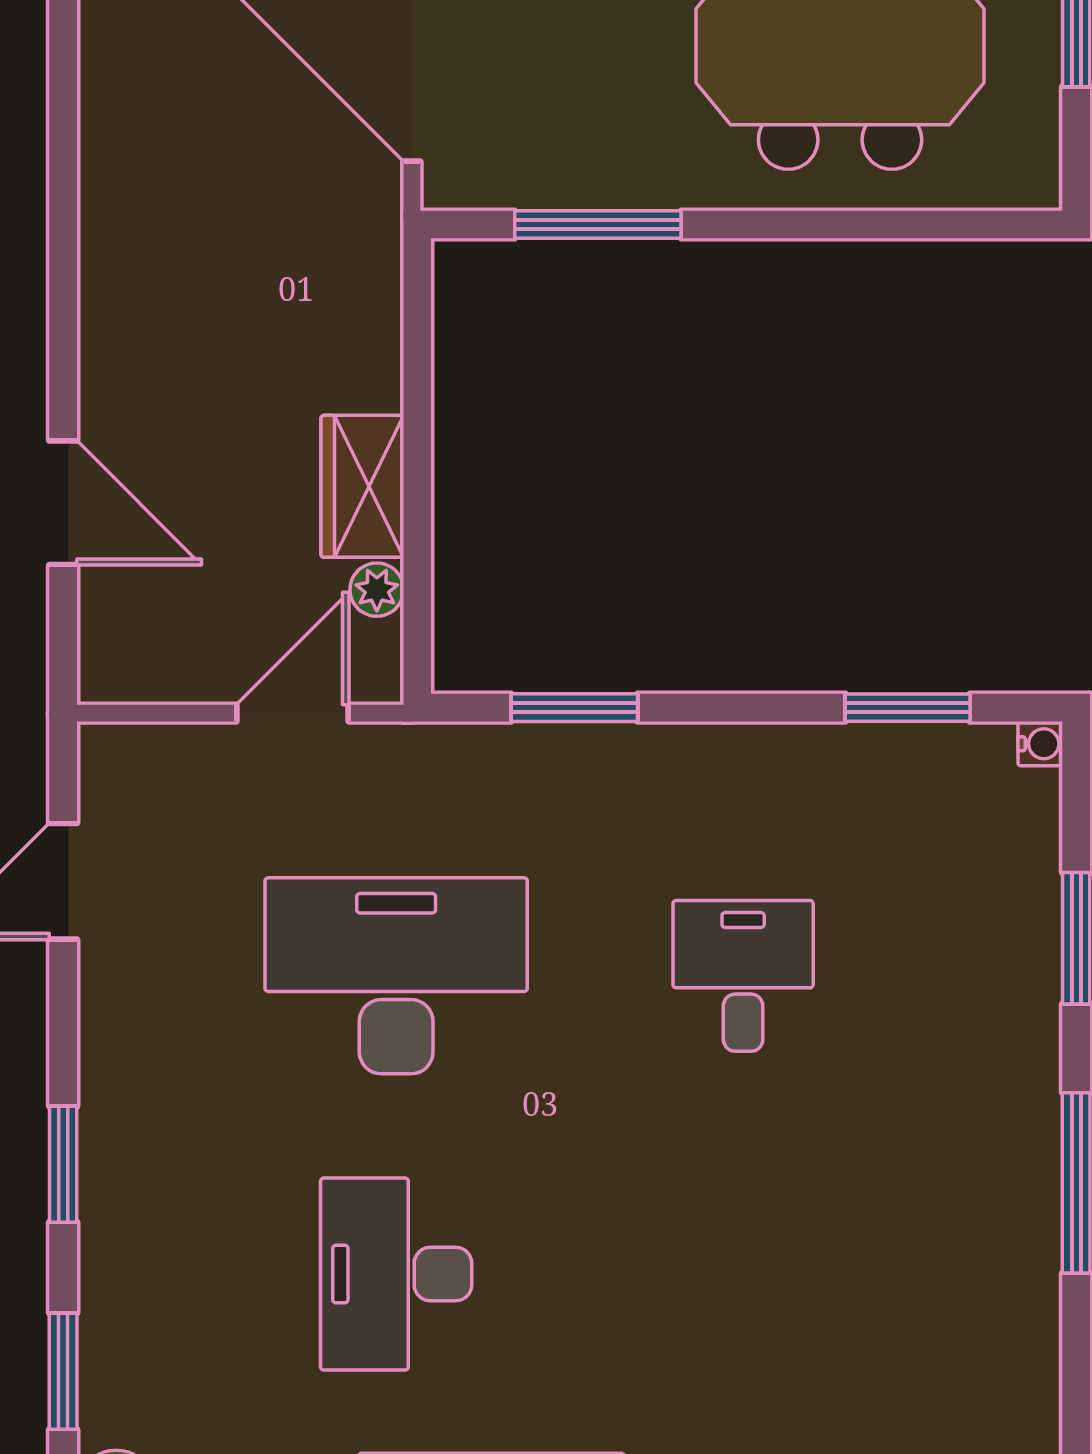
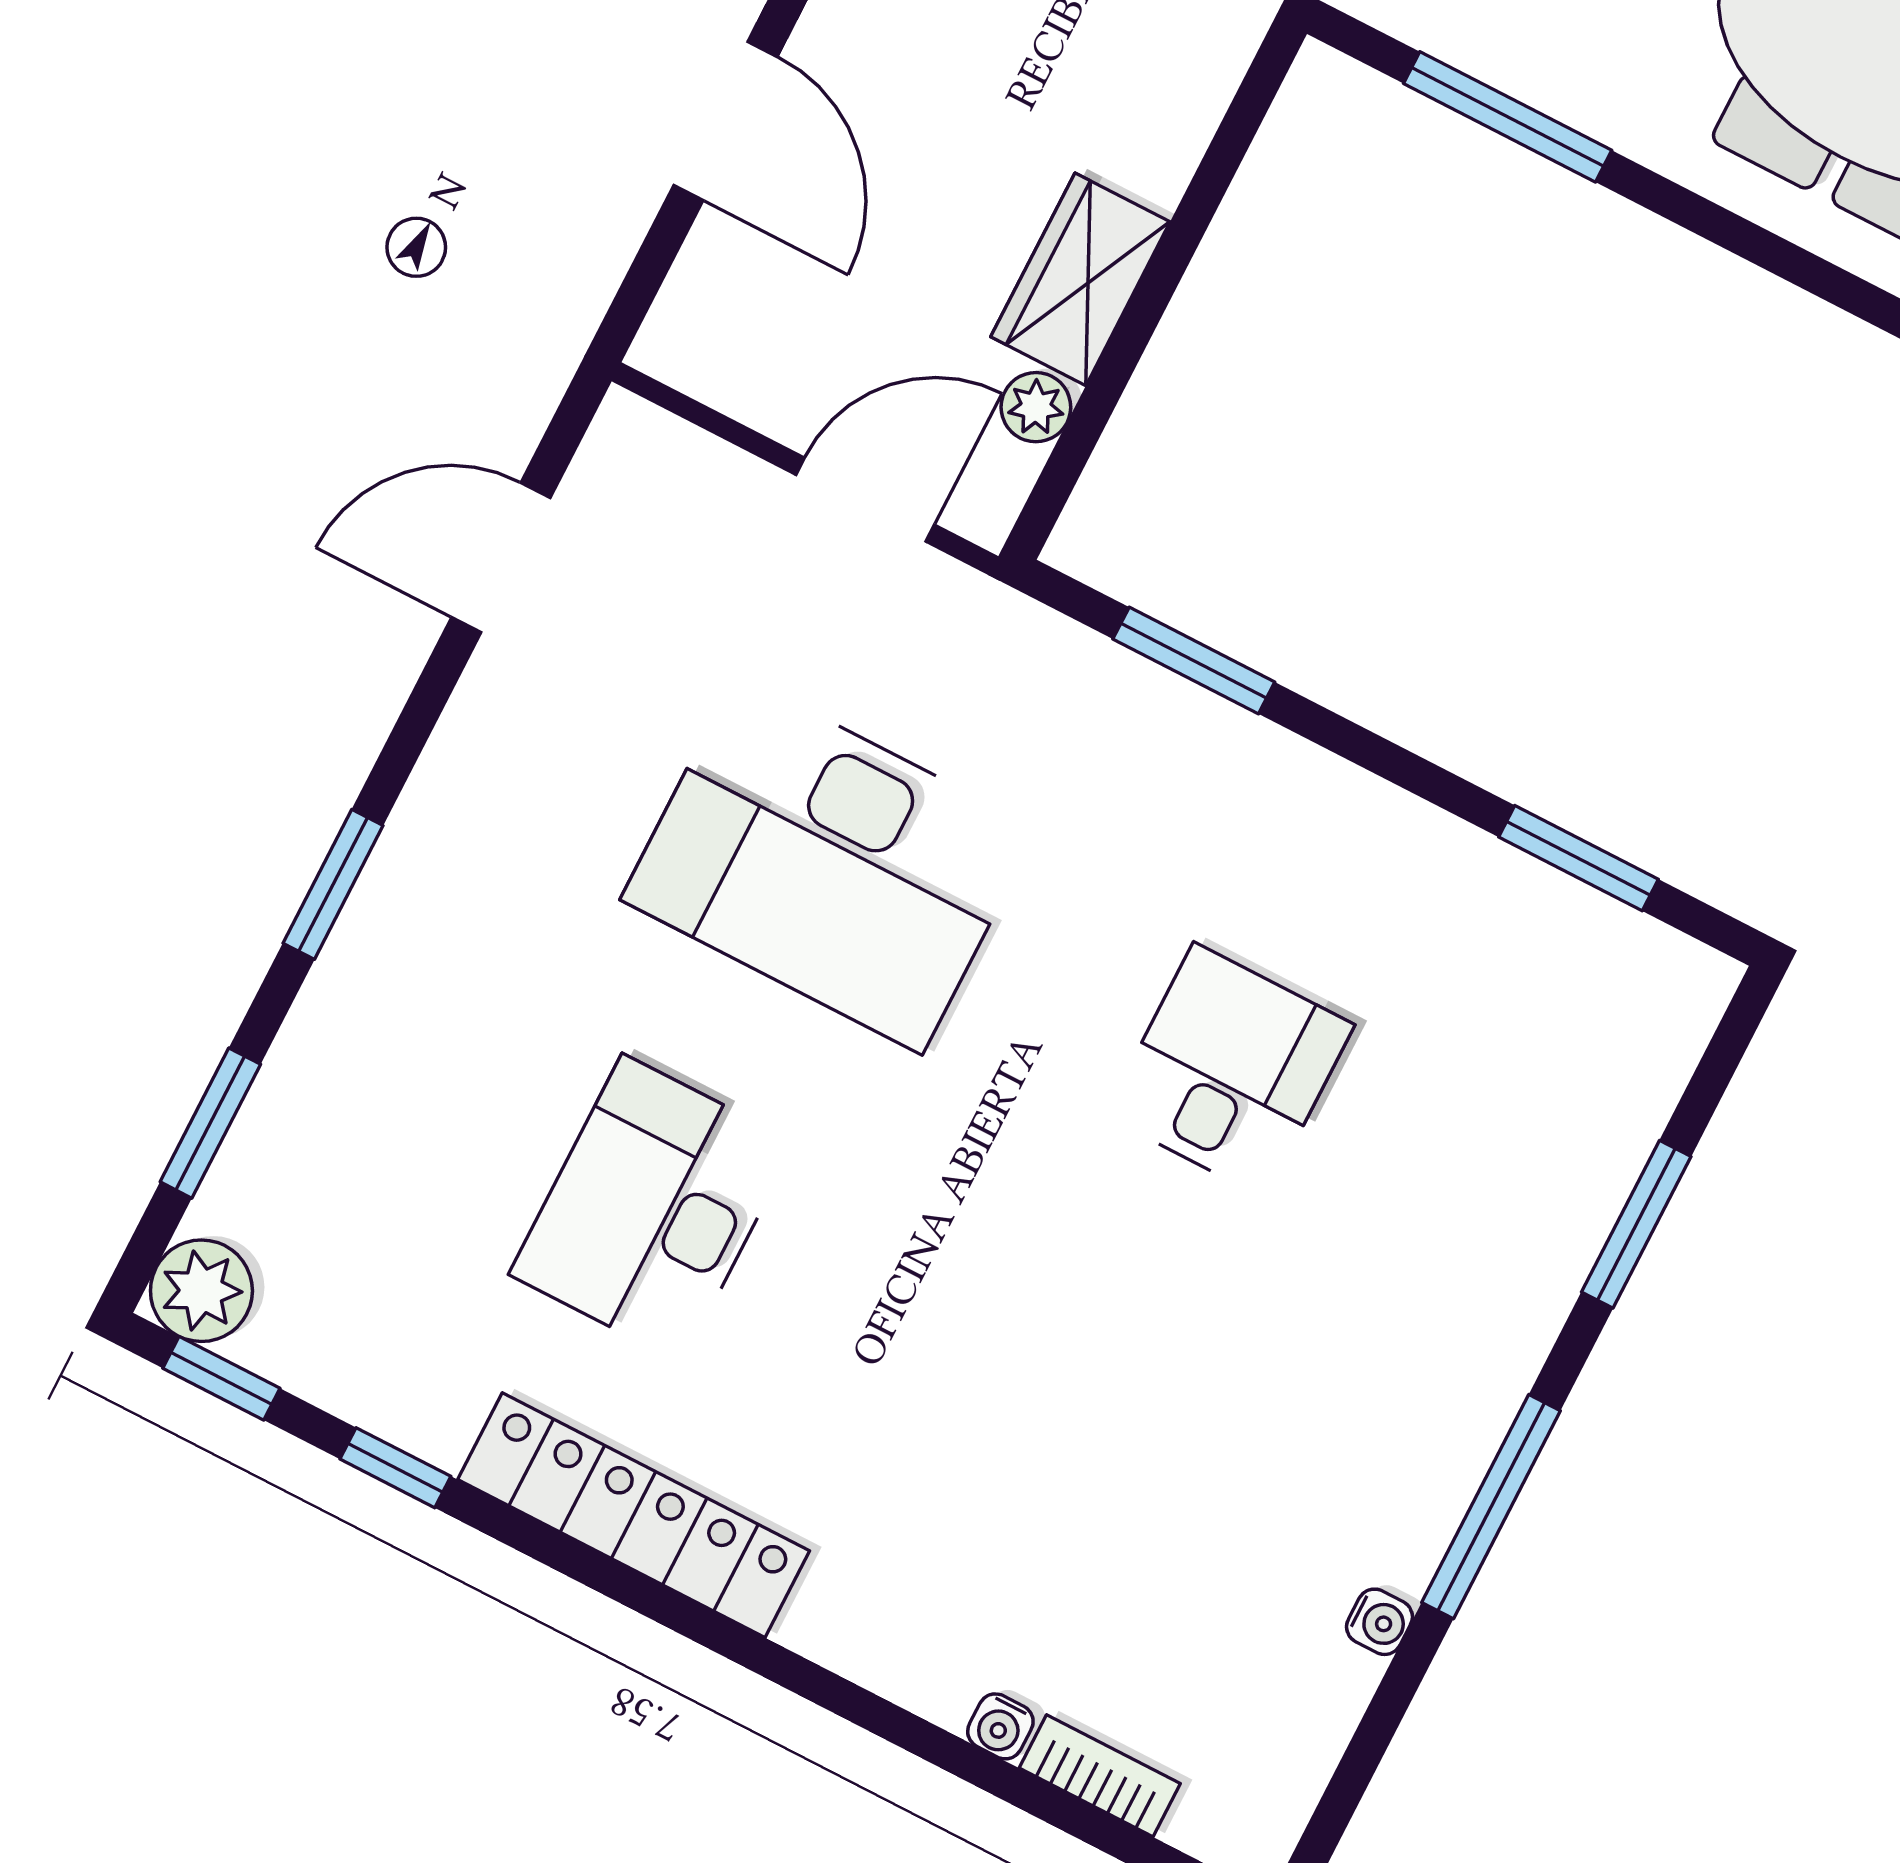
water cooler: (1040, 744) -> (1379, 1622), moved
desk: (396, 976) -> (829, 864), turned 180

